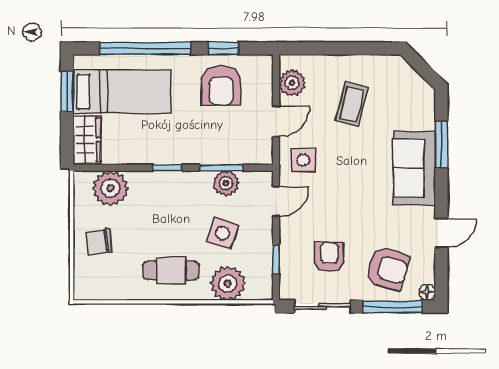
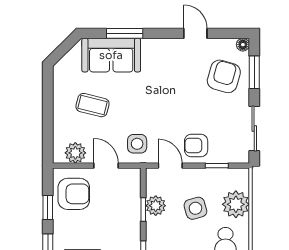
armchair: (221, 86) -> (74, 194), moved
window: (221, 168) -> (143, 209), width x0.67
sofa: (414, 168) -> (111, 55), moved
side table: (223, 233) -> (195, 208), turned -35
armchair: (329, 257) -> (196, 145), moved
window: (393, 307) -> (254, 72), width x0.69

